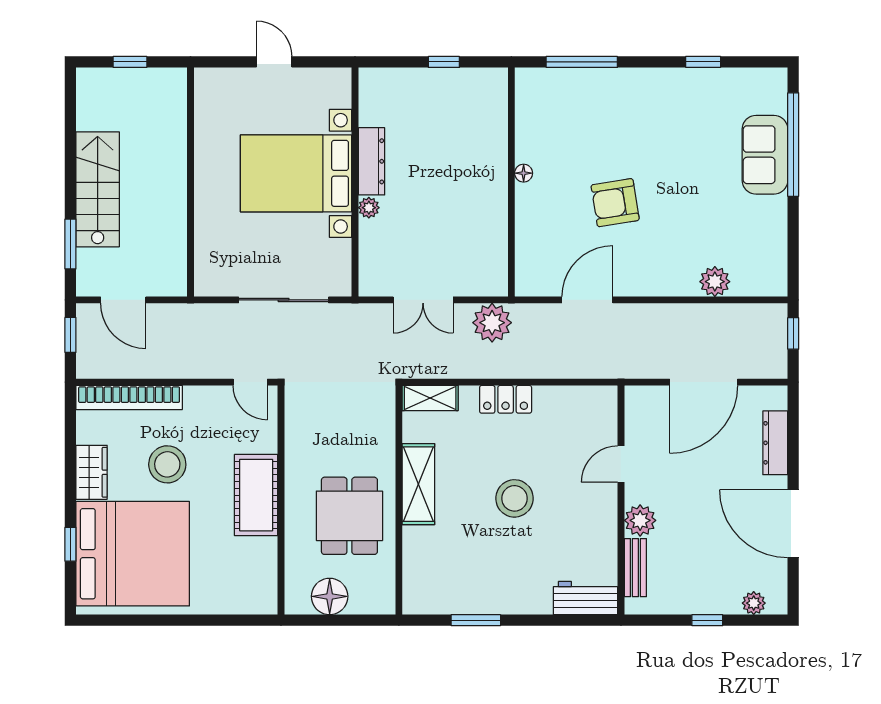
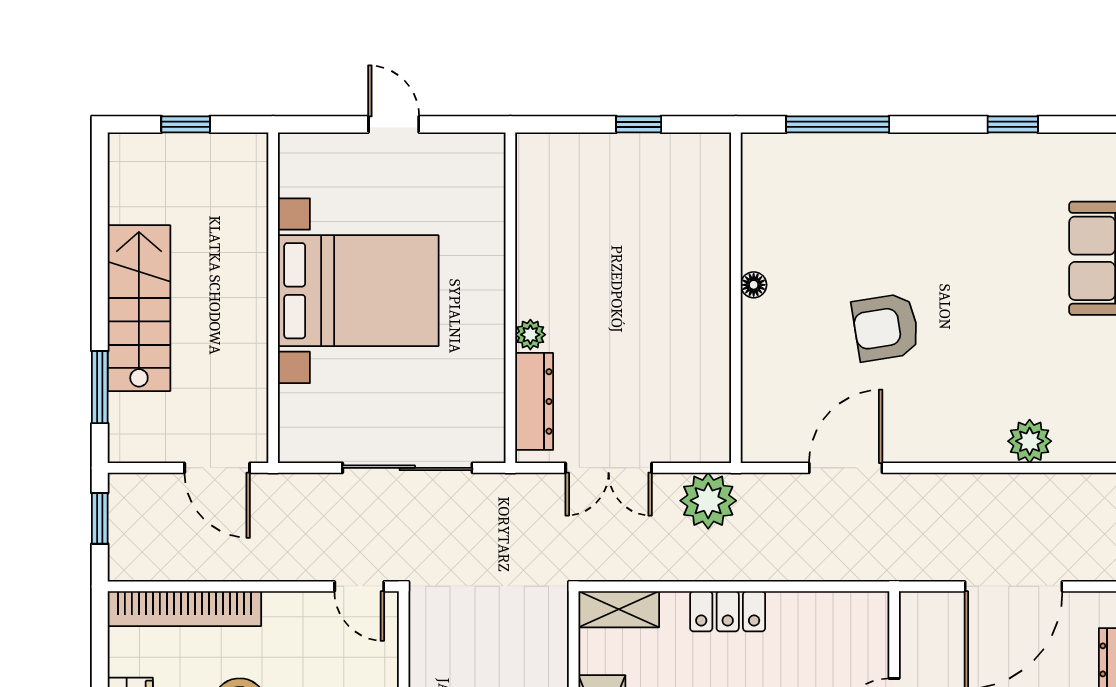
dresser: (371, 161) -> (534, 401), moved
bed with nightstands: (296, 173) -> (358, 291), moved, turned 180
door: (123, 300) -> (217, 468), moved

